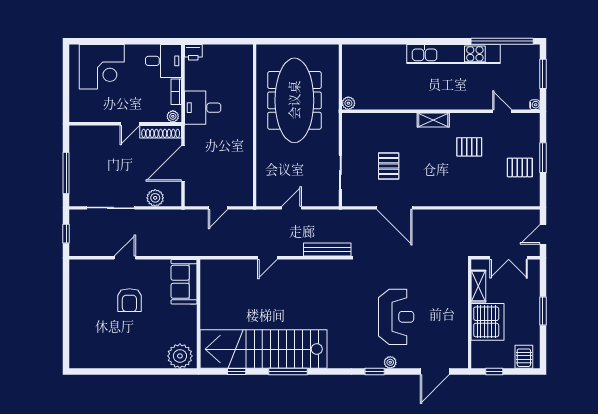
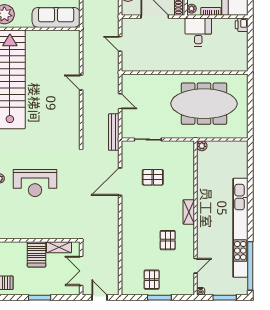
kitchen unit: (453, 54) -> (240, 228), width x1.36
bench: (327, 250) -> (114, 132), moved
sofa: (184, 282) -> (56, 17), width x1.36
server rack: (488, 322) -> (37, 254), width x0.62

